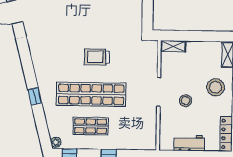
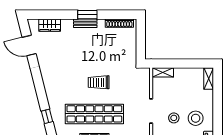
stool: (216, 87) -> (196, 118), moved

